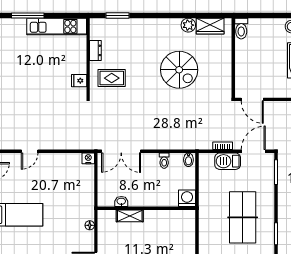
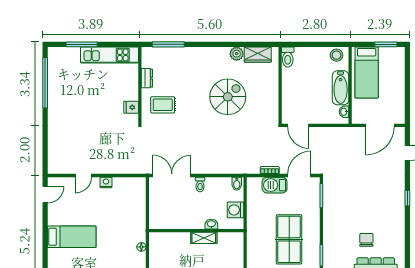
window: (118, 15) -> (168, 44), width x1.44
spiral stairs: (179, 70) -> (228, 97), turned -90
double door: (121, 151) -> (172, 176), swing flipped
nightstand: (88, 158) -> (106, 182), moved
toilet: (164, 161) -> (200, 184), moved
washing machine: (187, 198) -> (235, 210), moved, turned -90
washbasin: (121, 202) -> (211, 224), moved
shelving: (130, 216) -> (204, 238), moved

